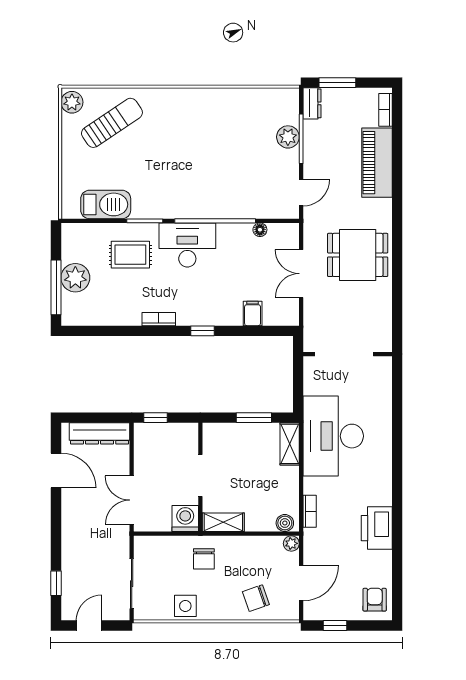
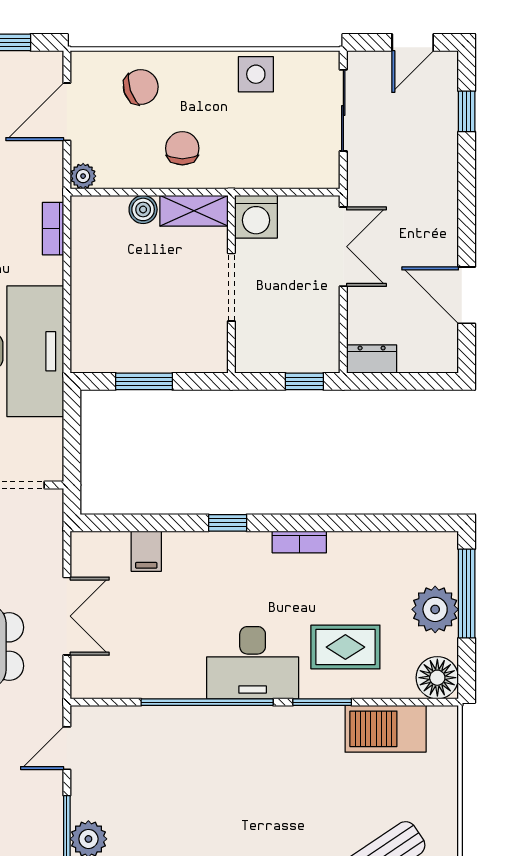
floor lamp: (260, 230) -> (437, 678), moved, width x1.89, depth x1.89
dresser: (100, 433) -> (372, 359), width x0.51, depth x0.80
shelving: (290, 444) -> (86, 339), removed
boiler: (285, 523) -> (143, 209), moved
chair: (204, 559) -> (182, 148), moved

